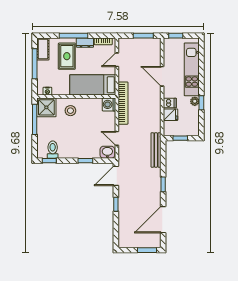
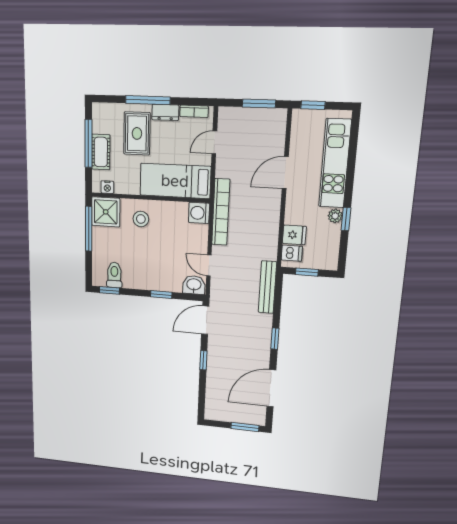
cot: (43, 49) -> (101, 152), moved
door: (162, 76) -> (285, 173), hinge flipped
dishwasher: (170, 103) -> (292, 253), moved

